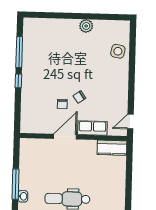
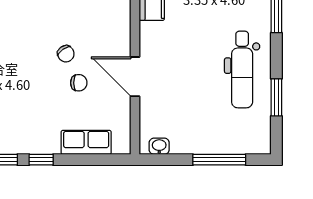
row of seats: (92, 128) -> (86, 142), moved, turned 90
washbasin: (23, 196) -> (159, 146), moved

